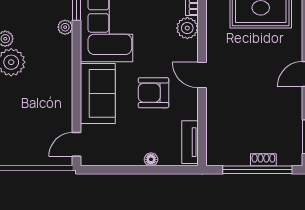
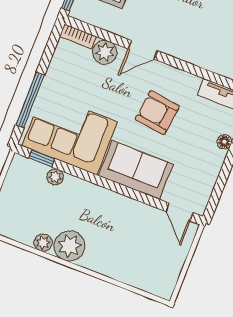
door: (202, 75) -> (143, 50), moved
armchair: (153, 93) -> (157, 113), turned 97

